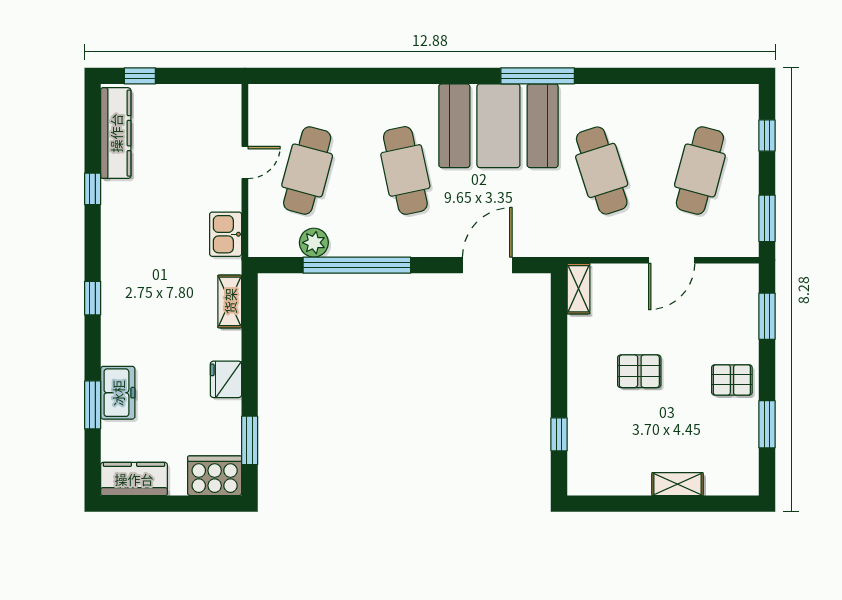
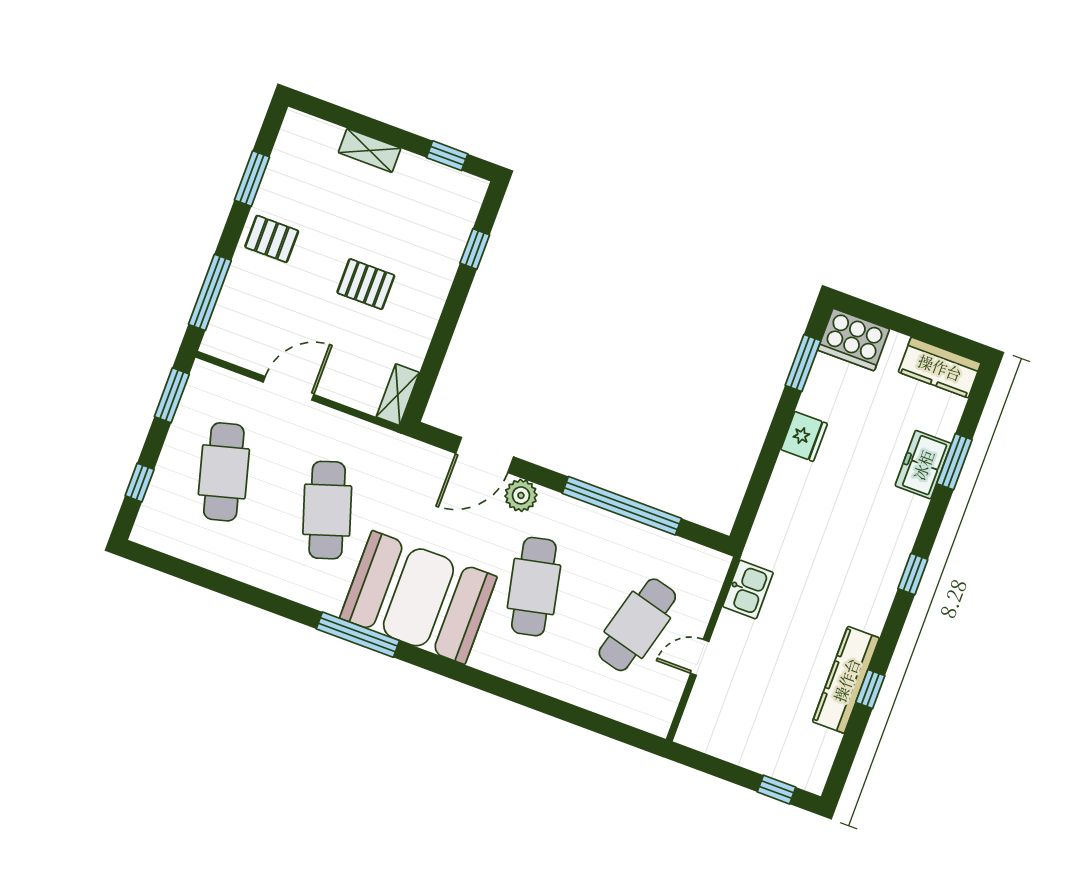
kitchen counter: (116, 133) -> (846, 680), moved
cafe table: (700, 170) -> (224, 472), turned -30
plant: (314, 243) -> (521, 495), moved
shelving: (230, 301) -> (770, 517), removed
window: (767, 316) -> (210, 292), width x1.44
window: (611, 504) -> (447, 156), added

